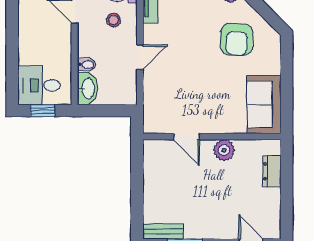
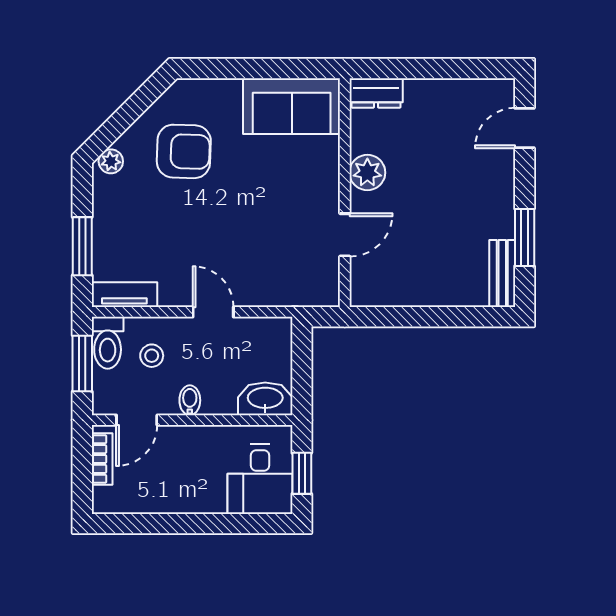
bidet: (87, 64) -> (190, 400), moved
dresser: (272, 171) -> (376, 93), moved

